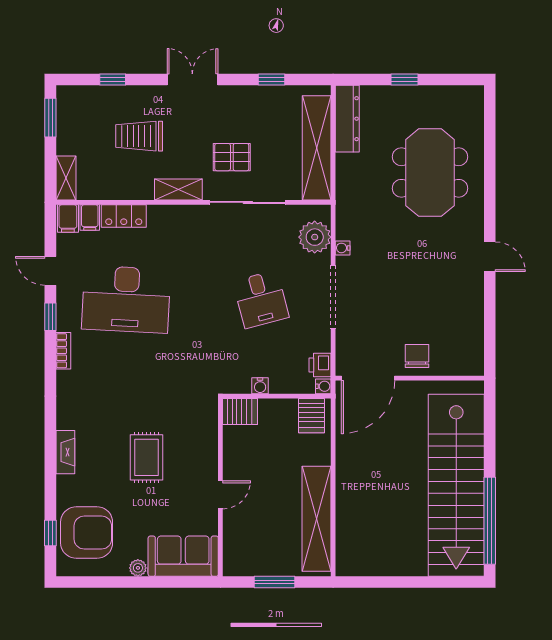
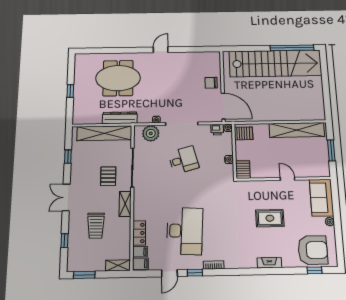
dresser: (347, 119) -> (120, 118), moved
armchair: (87, 533) -> (313, 250), turned 90

